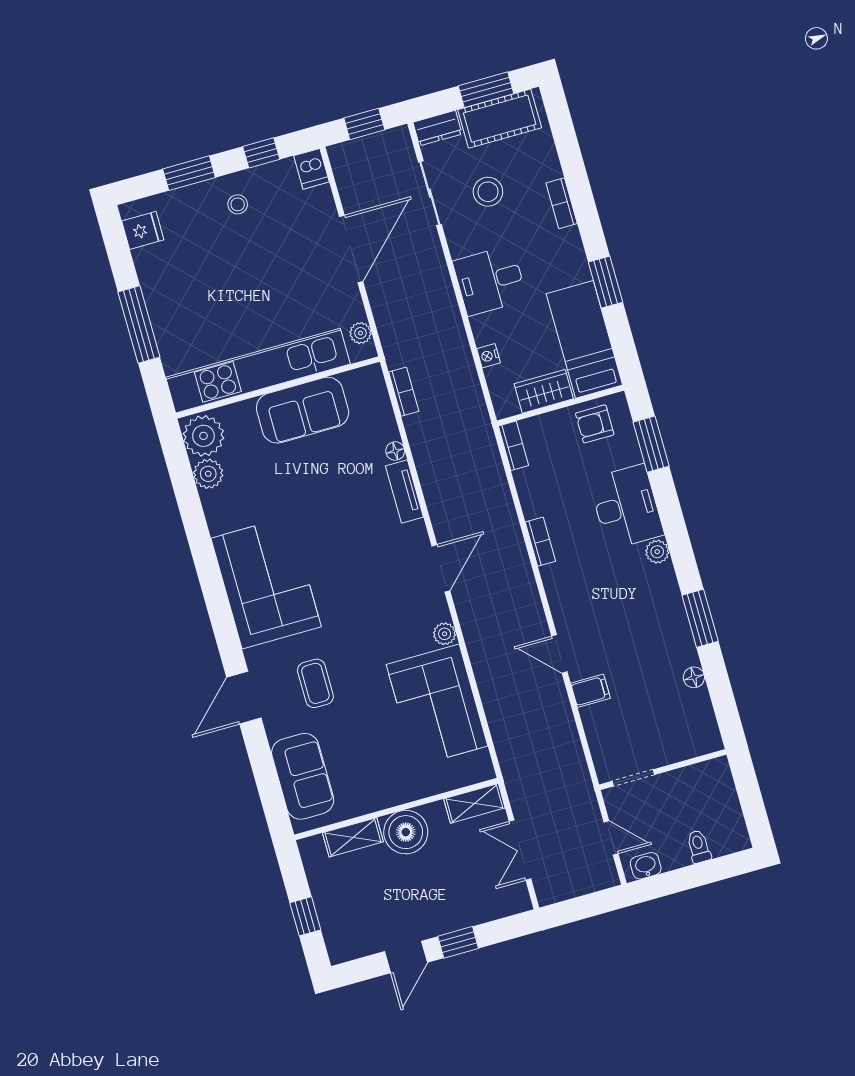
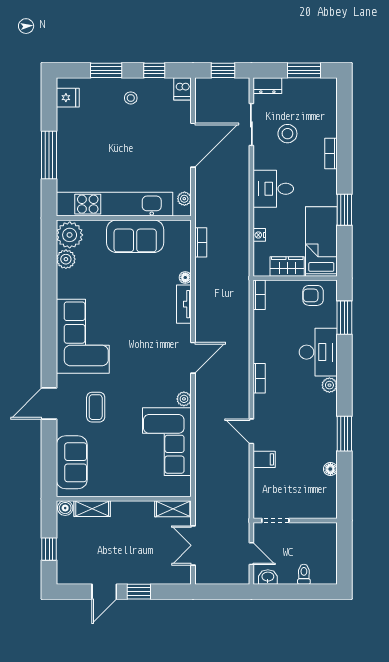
cot: (500, 119) -> (307, 91), removed
bookcase: (540, 542) -> (259, 378), moved
boiler: (406, 832) -> (65, 508), moved, width x0.54, depth x0.54

